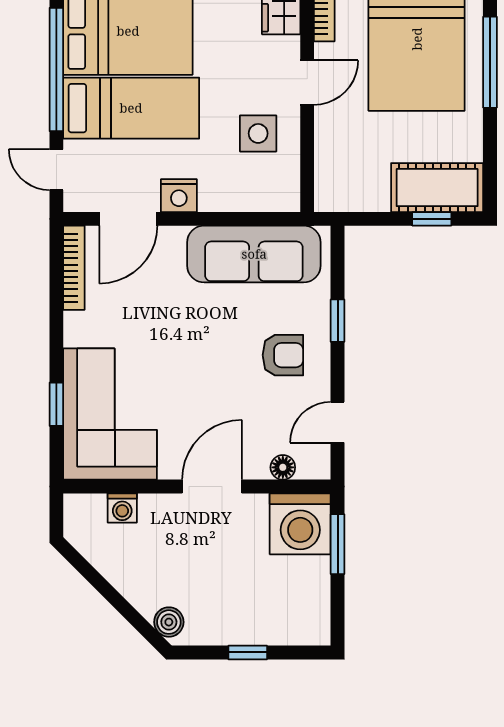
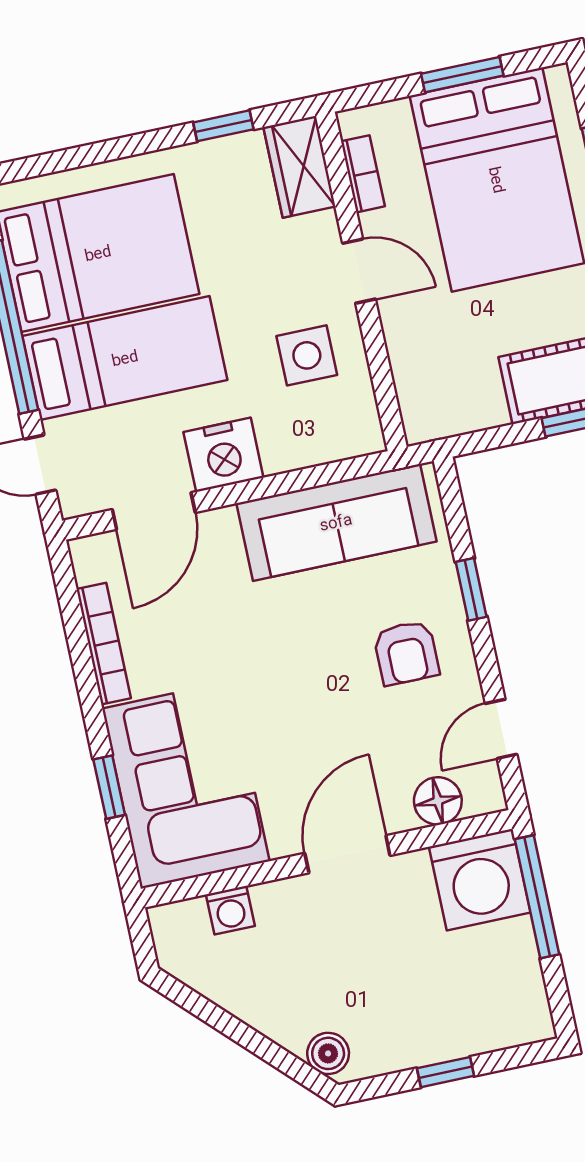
door: (307, 83) -> (359, 271), hinge flipped
nightstand: (179, 196) -> (223, 455), width x1.36, depth x1.33
bookcase: (74, 268) -> (104, 644), moved
armchair: (283, 355) -> (406, 653), turned 90
floor lamp: (283, 467) -> (438, 801), width x1.37, depth x1.37
window: (338, 544) -> (537, 897), width x1.44

